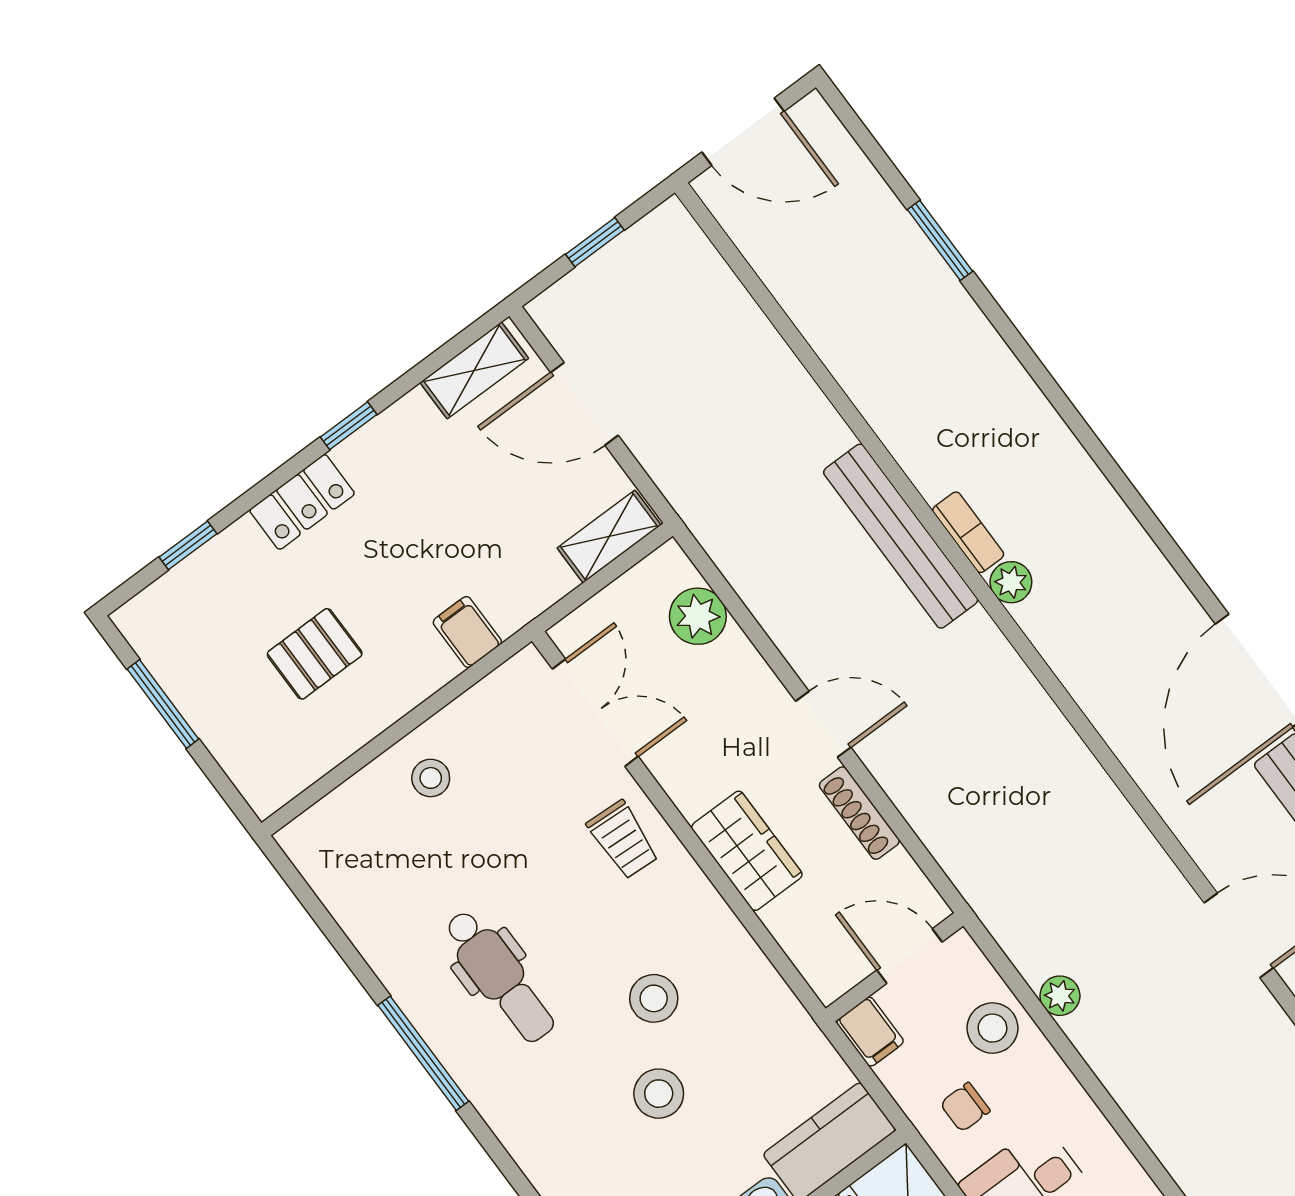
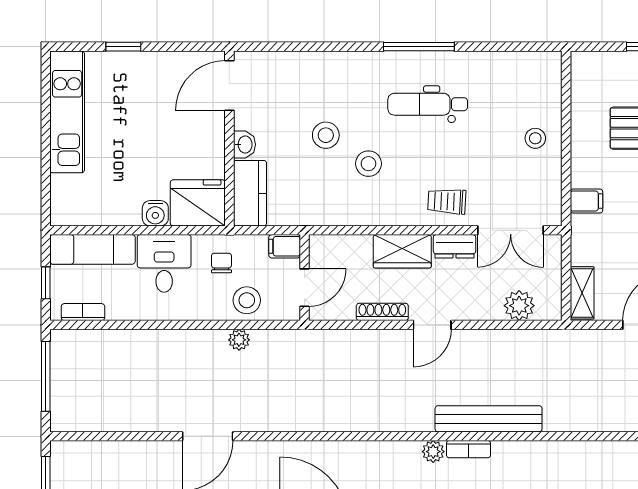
dresser: (681, 778) -> (454, 246), added

